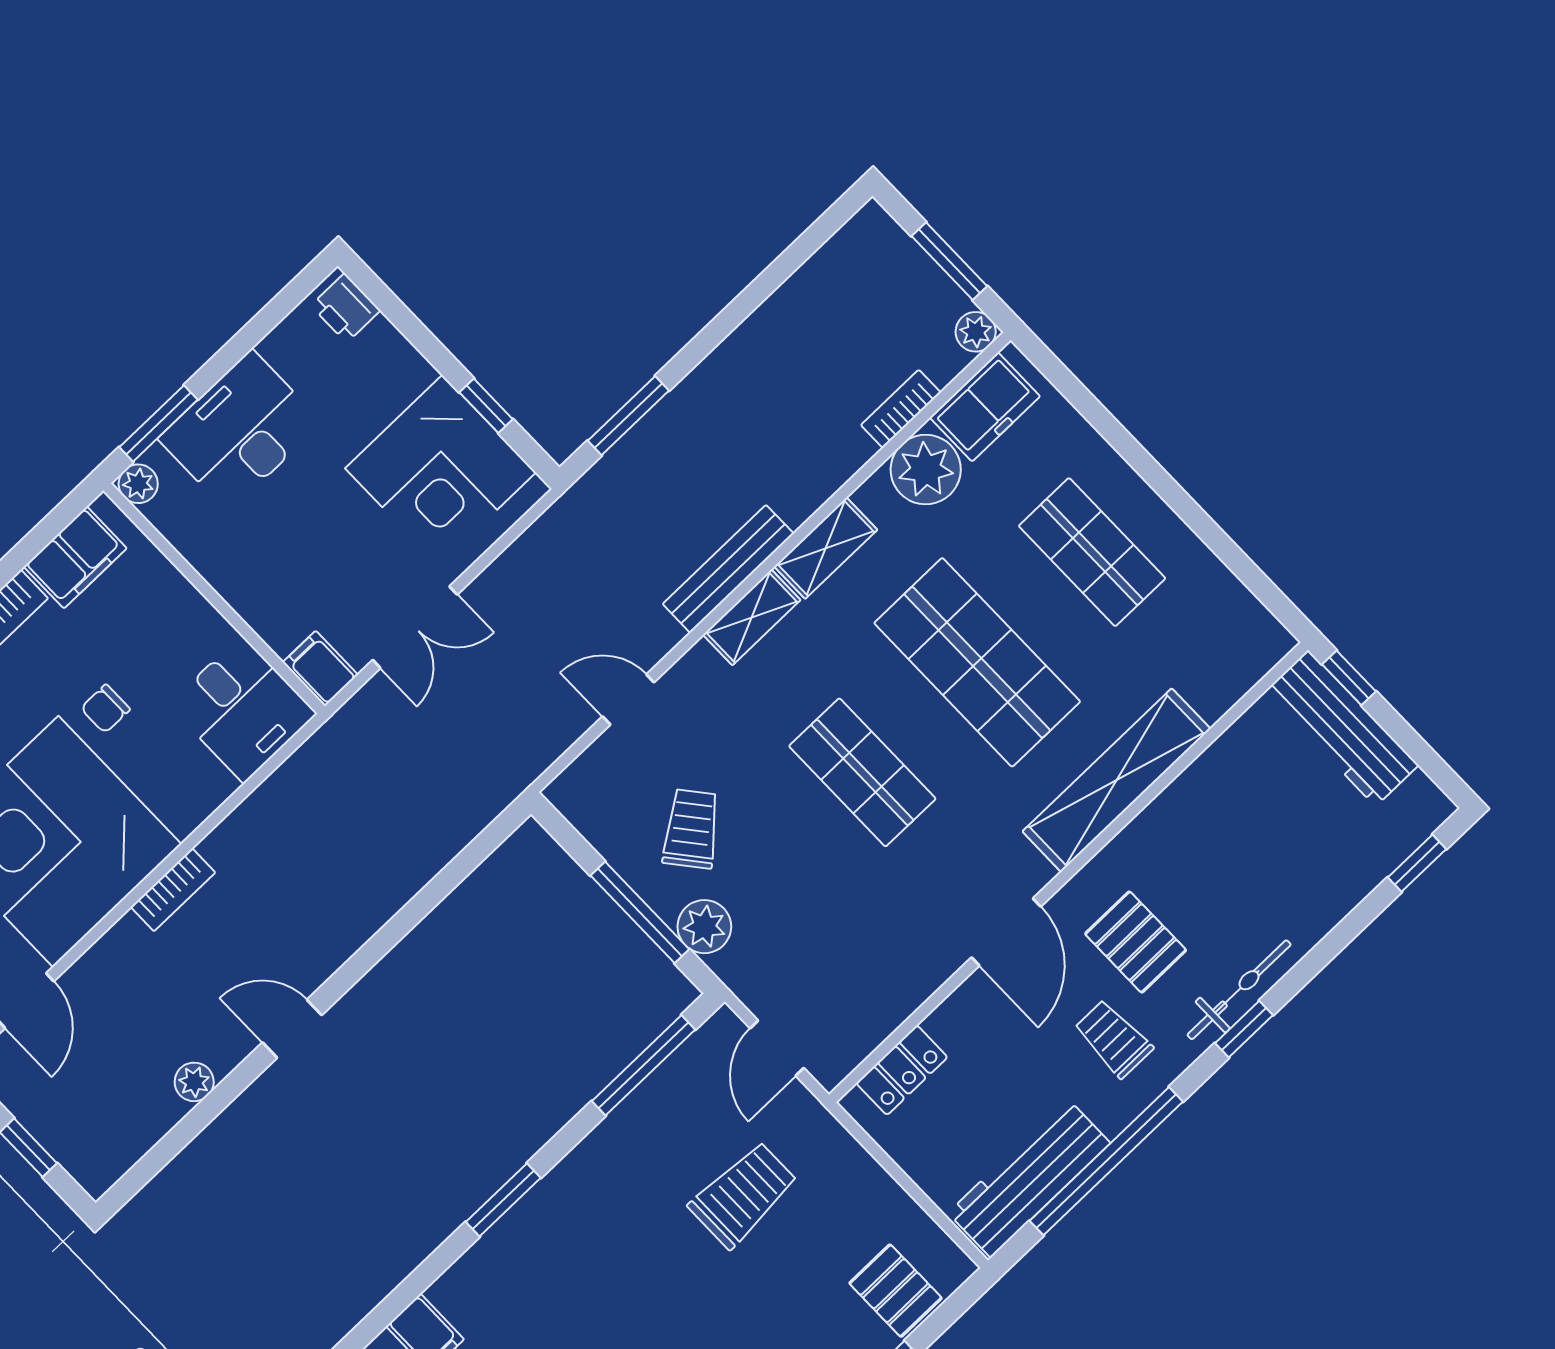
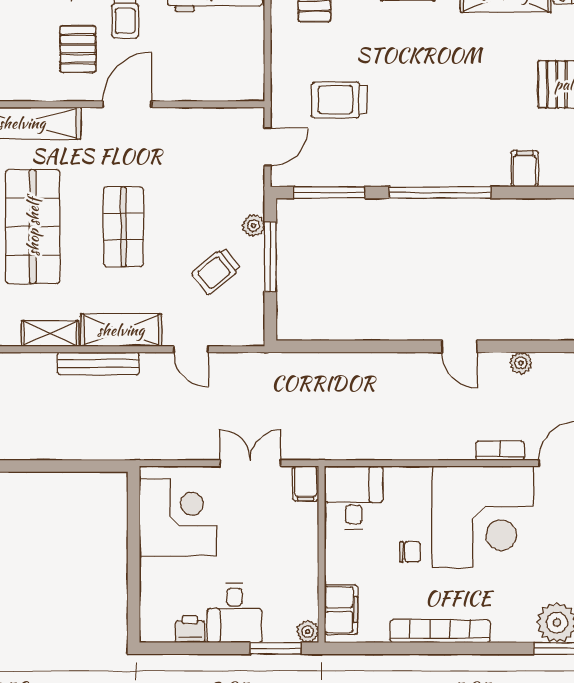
printer: (346, 308) -> (190, 629), moved, turned -90
window: (486, 406) -> (134, 526), removed
window: (628, 416) -> (79, 466), removed
desk: (240, 431) -> (234, 613), width x0.73
filing cabinet: (75, 557) -> (341, 610), moved, turned 90
shelving: (752, 617) -> (121, 330), width x1.50, depth x1.33
bookcase: (173, 890) -> (500, 451), moved
plant: (704, 927) -> (254, 226), width x0.73, depth x0.73
locker: (902, 1070) -> (225, 88), removed
window: (503, 1200) -> (440, 192), width x2.11

